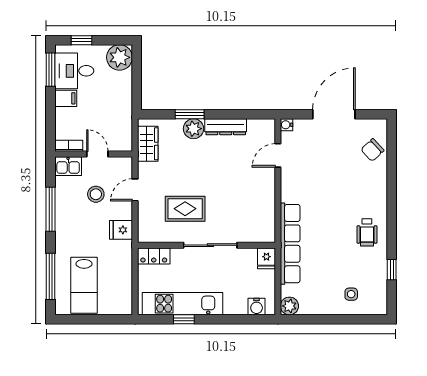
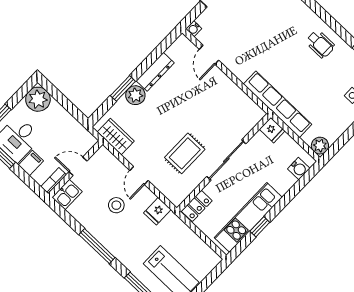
bookcase: (69, 146) -> (54, 181), moved
wall: (94, 154) -> (75, 169), moved
door: (97, 154) -> (78, 166), moved
kitchen sink: (68, 166) -> (67, 194), moved

